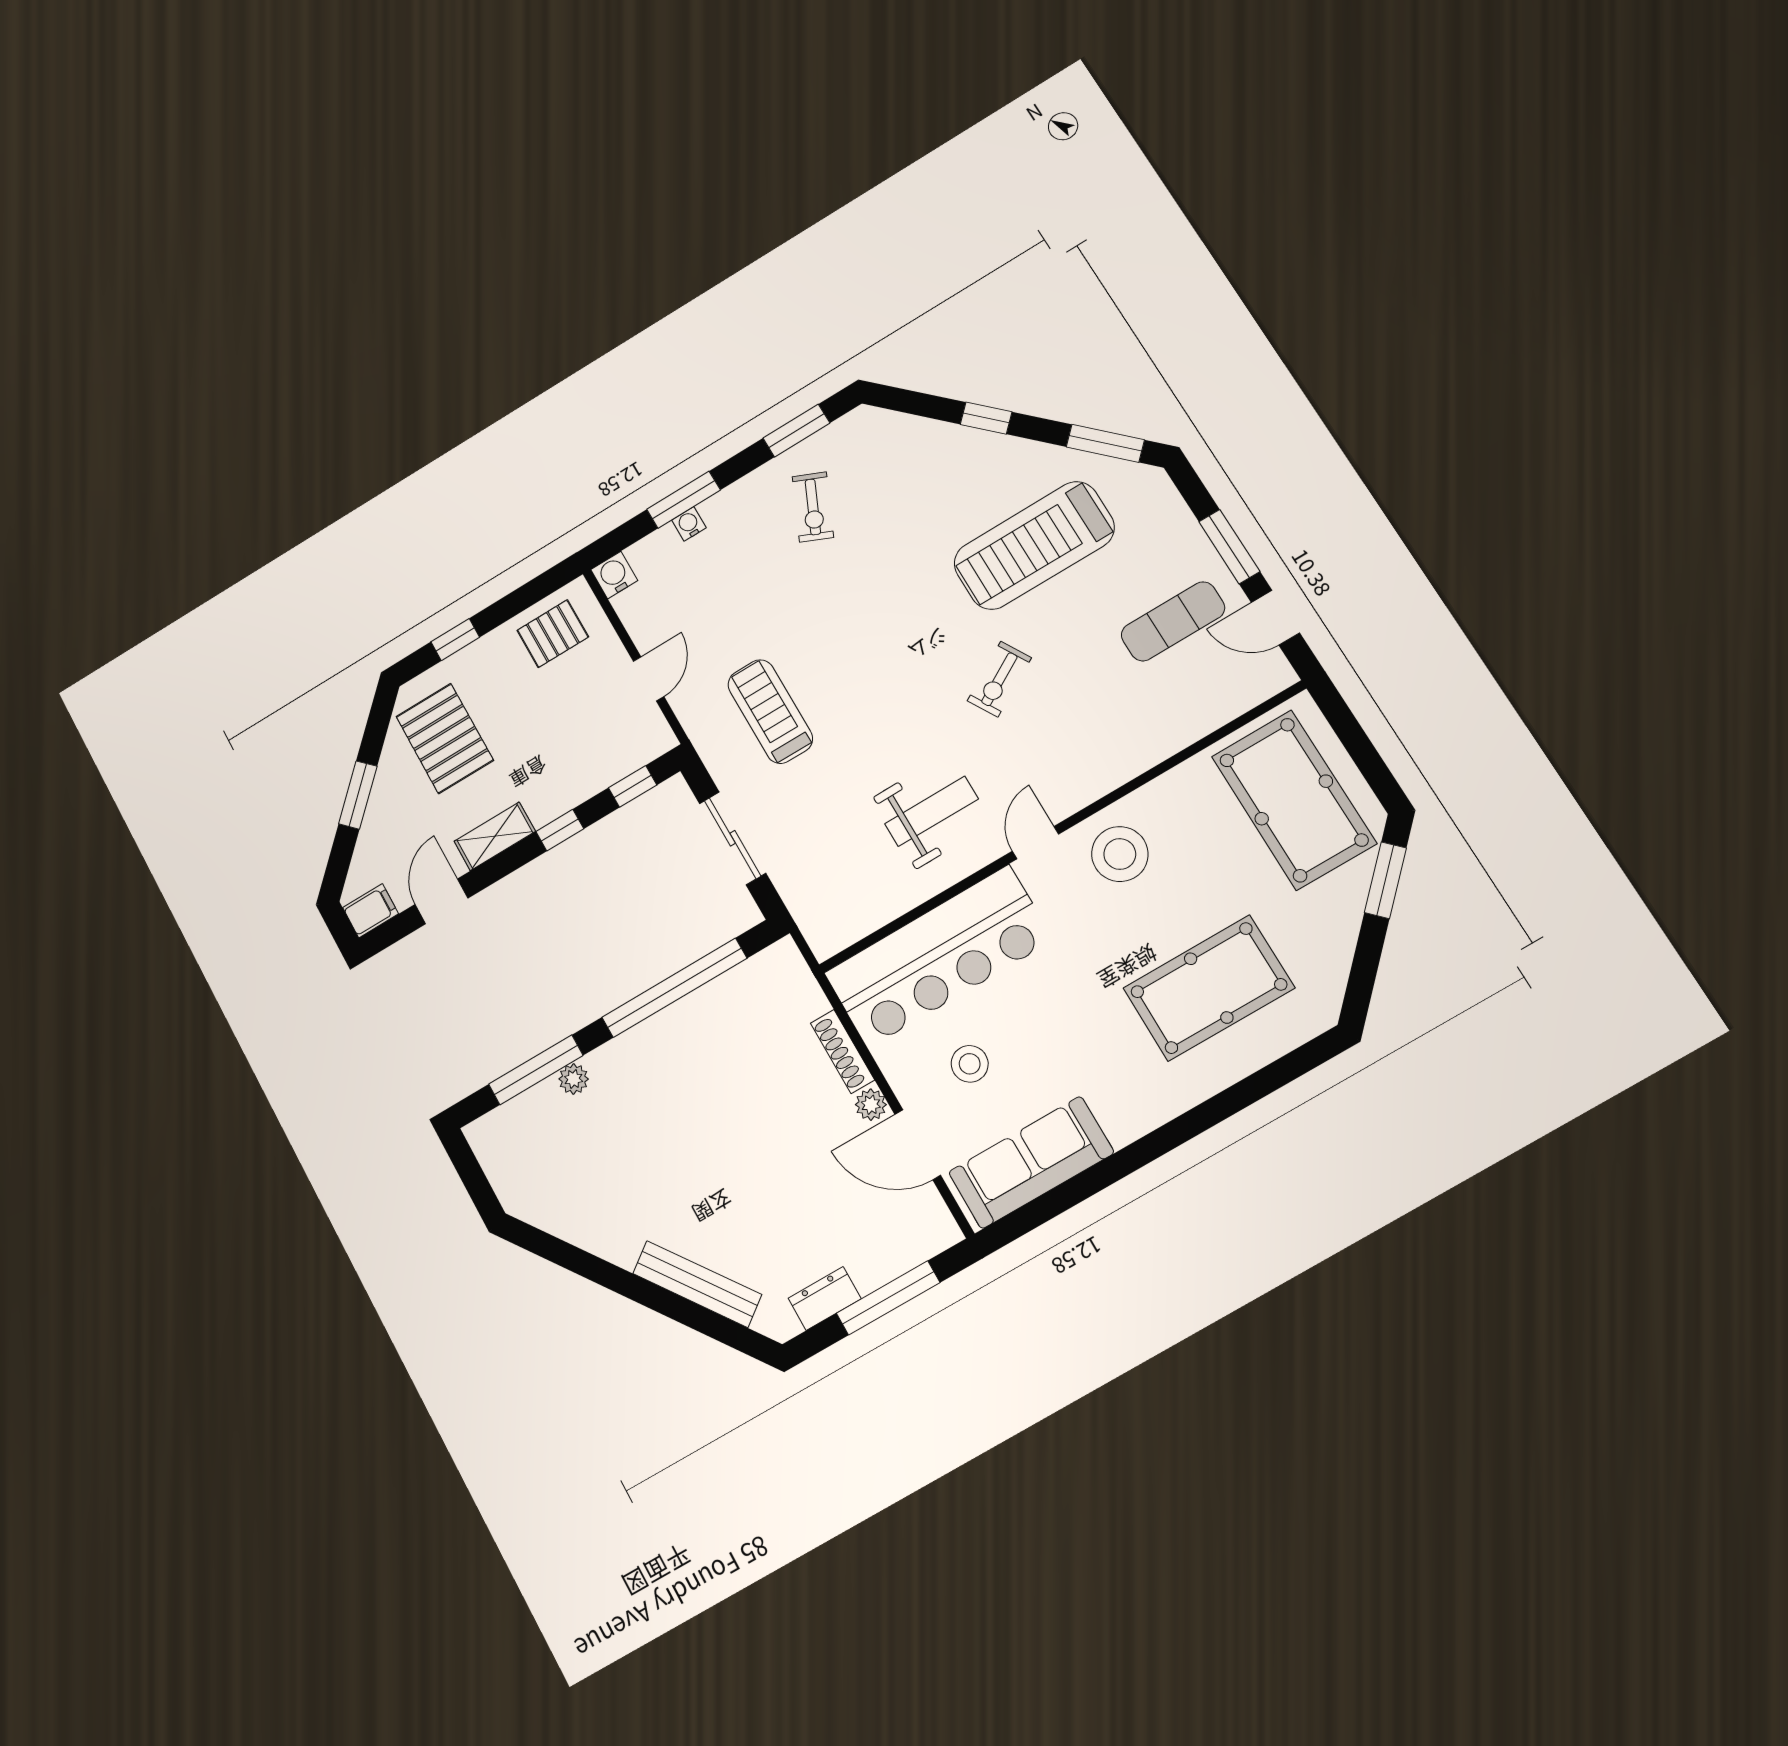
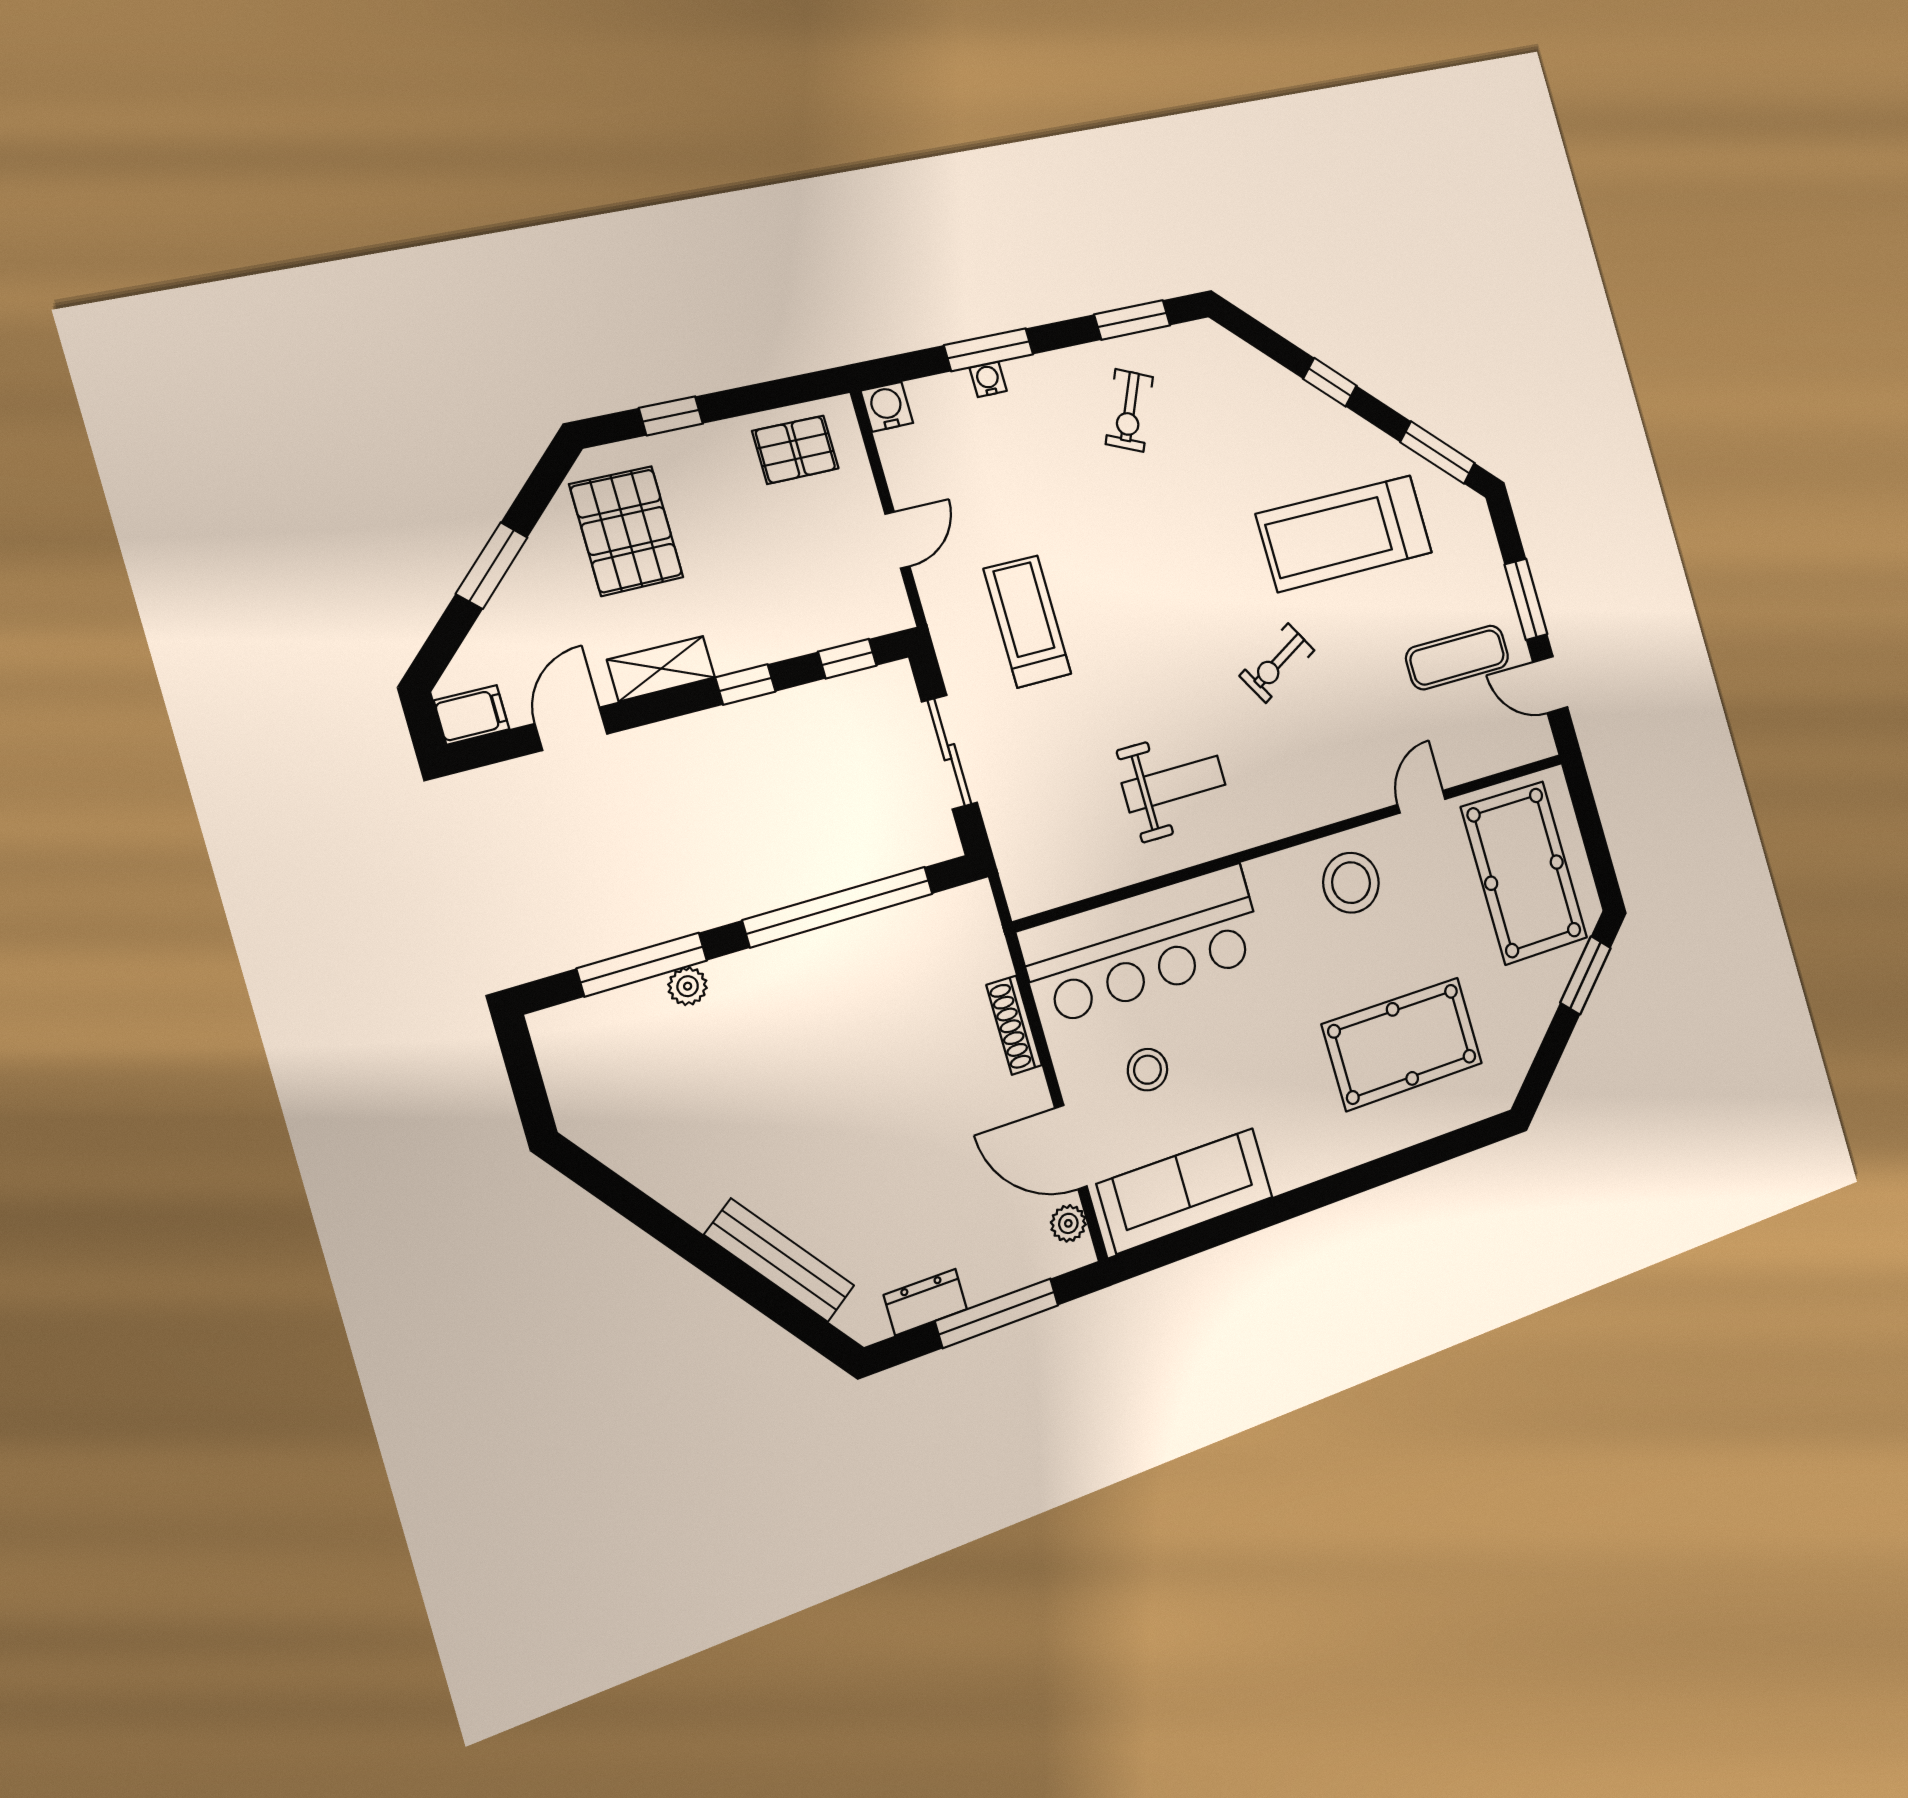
door: (1035, 843) -> (1421, 802), moved
plant: (871, 1105) -> (1068, 1223), moved

